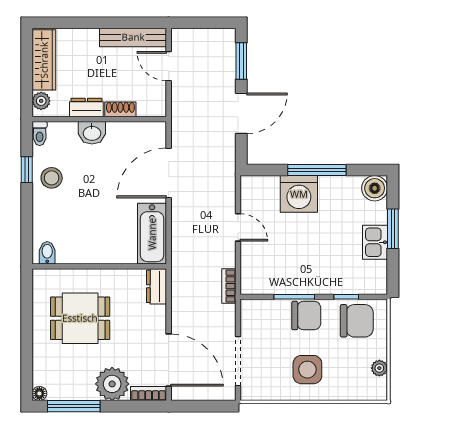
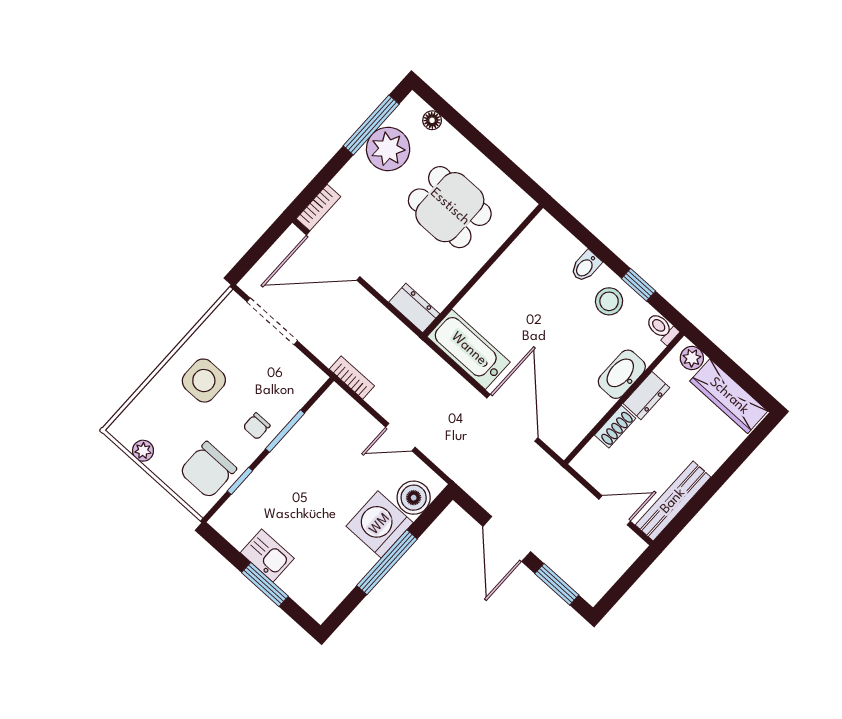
washbasin: (92, 133) -> (622, 374), width x1.38
boiler: (375, 188) -> (414, 498), moved
bidet: (47, 253) -> (586, 266), moved, turned 90
chair: (306, 316) -> (257, 426), width x0.54, depth x0.54
dining table: (80, 318) -> (450, 207), turned 90
plant: (112, 384) -> (388, 149), moved
floor lamp: (39, 393) -> (432, 120), moved

